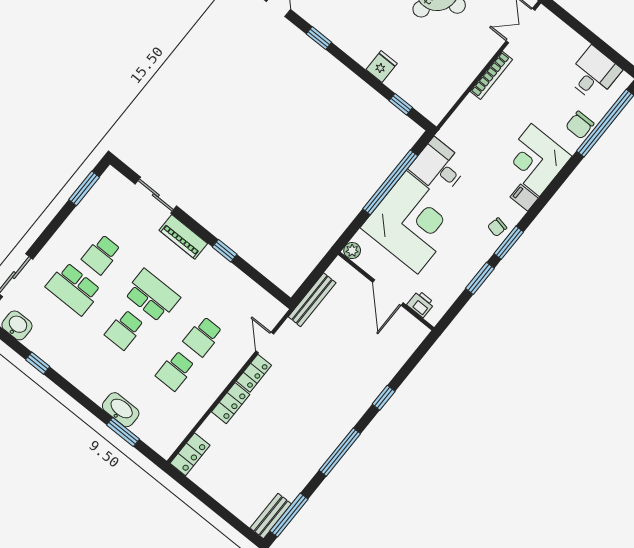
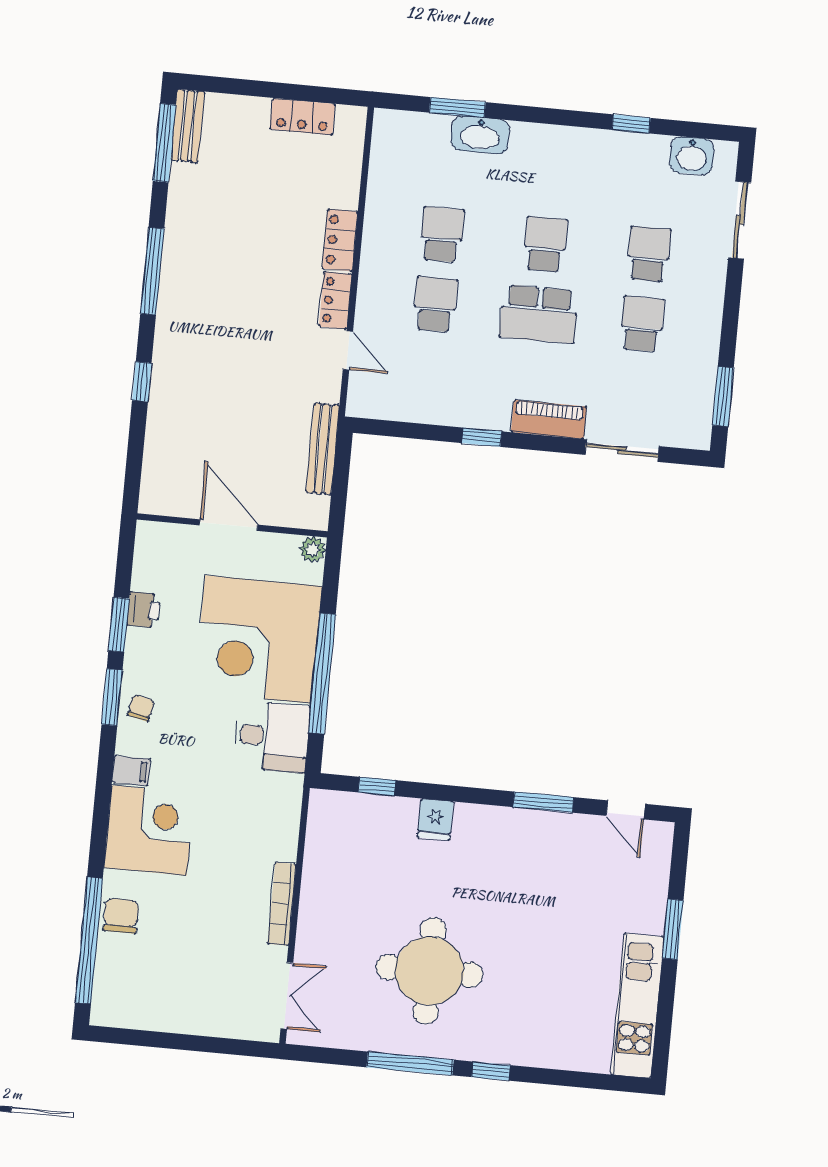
window: (319, 38) -> (543, 802), width x1.50
desk: (594, 74) -> (147, 996), removed
school desk: (74, 289) -> (649, 254), width x0.54
printer: (421, 304) -> (144, 610), moved, turned -90
locker: (190, 454) -> (302, 117), moved, turned -90

